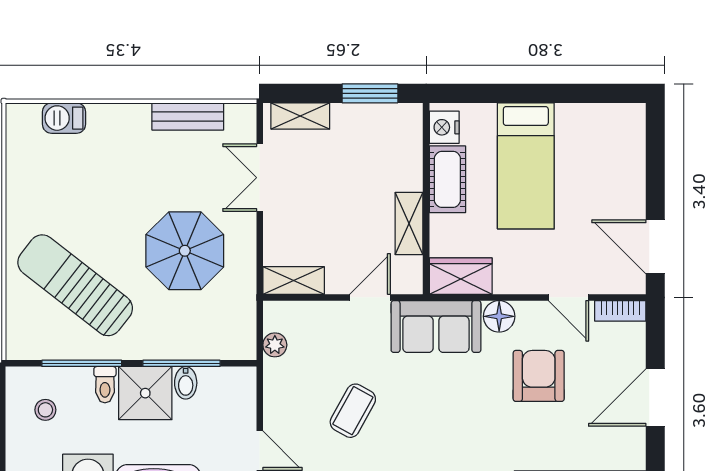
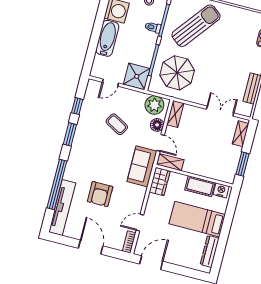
dresser: (594, 117) -> (210, 251), added
shelving: (409, 223) -> (170, 162), moved
parasol: (185, 251) -> (177, 73), moved
floor lamp: (499, 316) -> (157, 125), moved
plant: (275, 345) -> (154, 105), width x1.88, depth x1.88
armchair: (539, 376) -> (100, 194), moved, turned 90
bidet: (186, 383) -> (145, 60), removed
shower: (145, 393) -> (137, 76), moved

